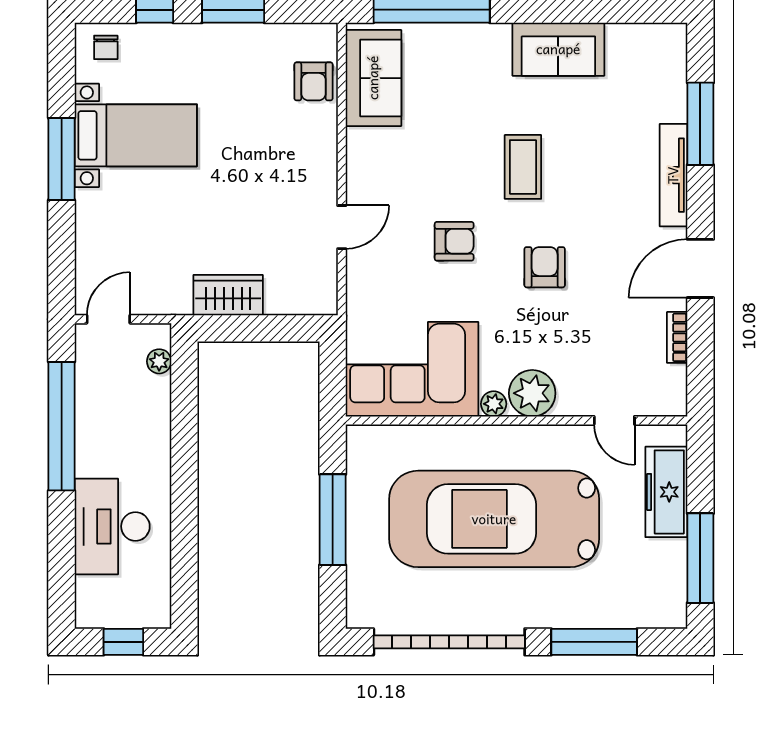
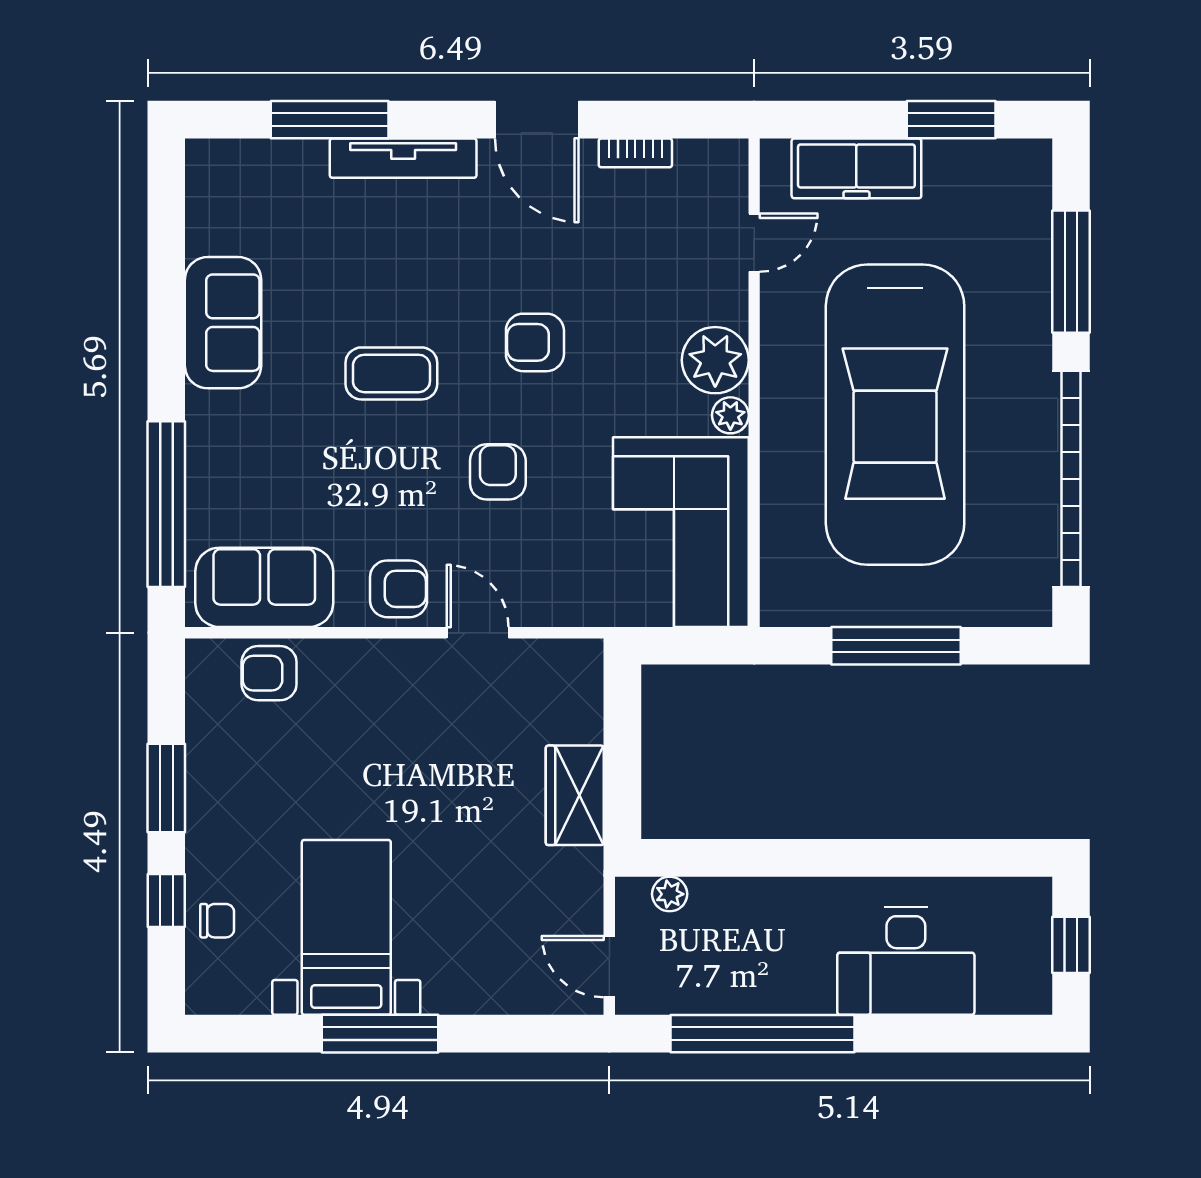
chair: (106, 47) -> (217, 921), moved
armchair: (313, 81) -> (269, 673), turned 180
armchair: (372, 172) -> (399, 589), added
window: (700, 558) -> (951, 120), width x0.69

